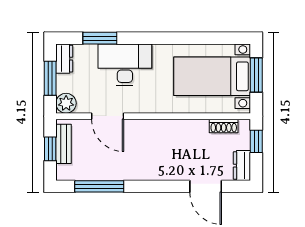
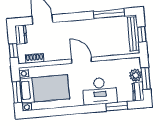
plant: (66, 103) -> (135, 75), moved
door: (108, 116) -> (82, 60), moved
bench: (64, 144) -> (133, 34), width x1.36

